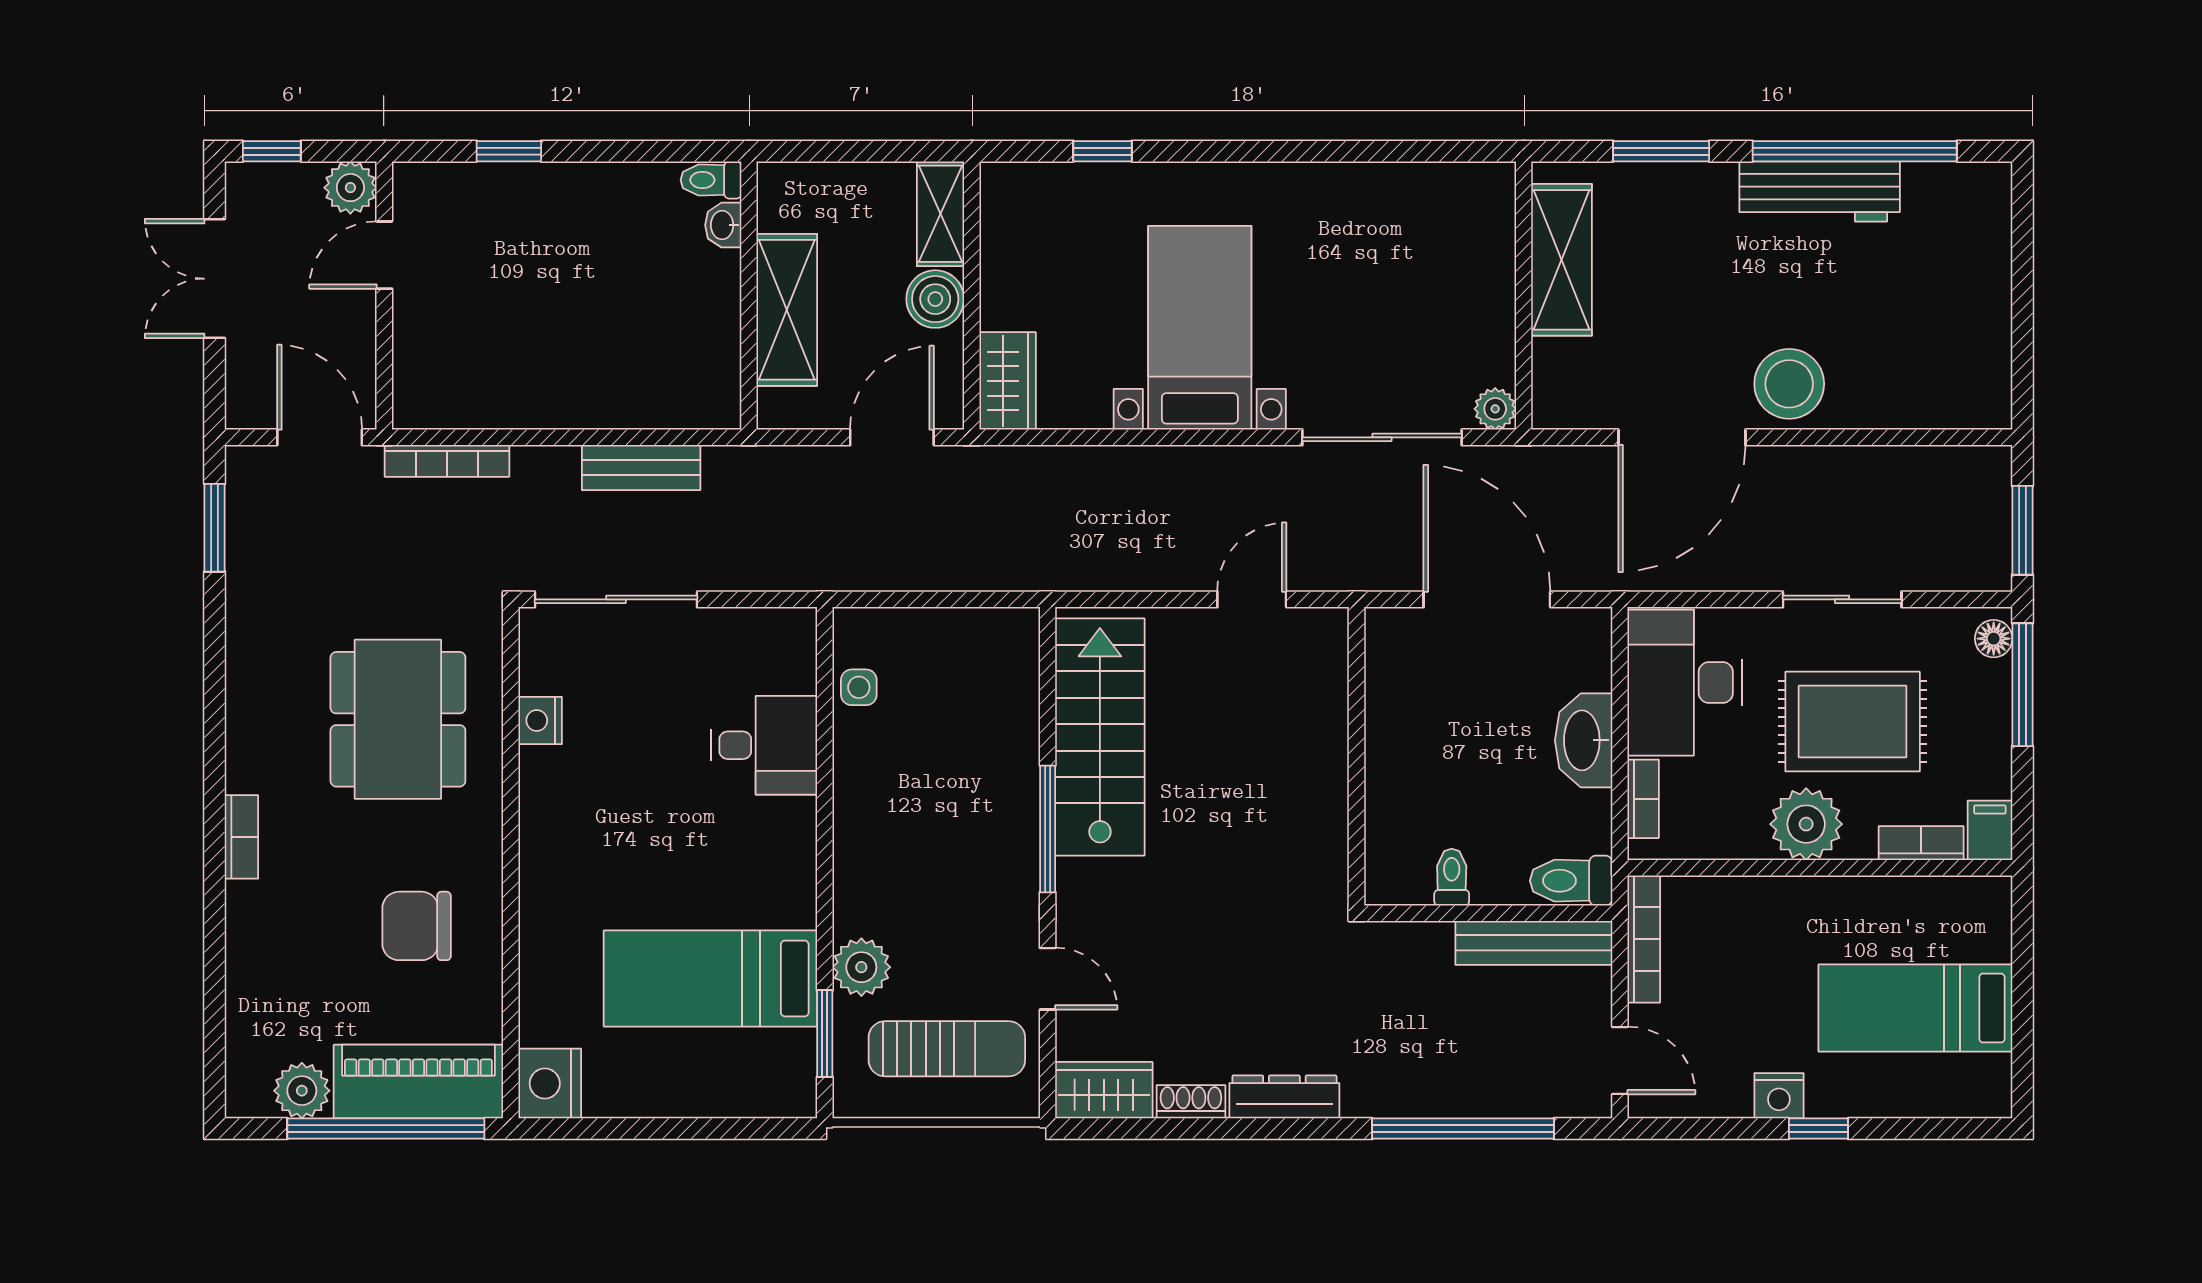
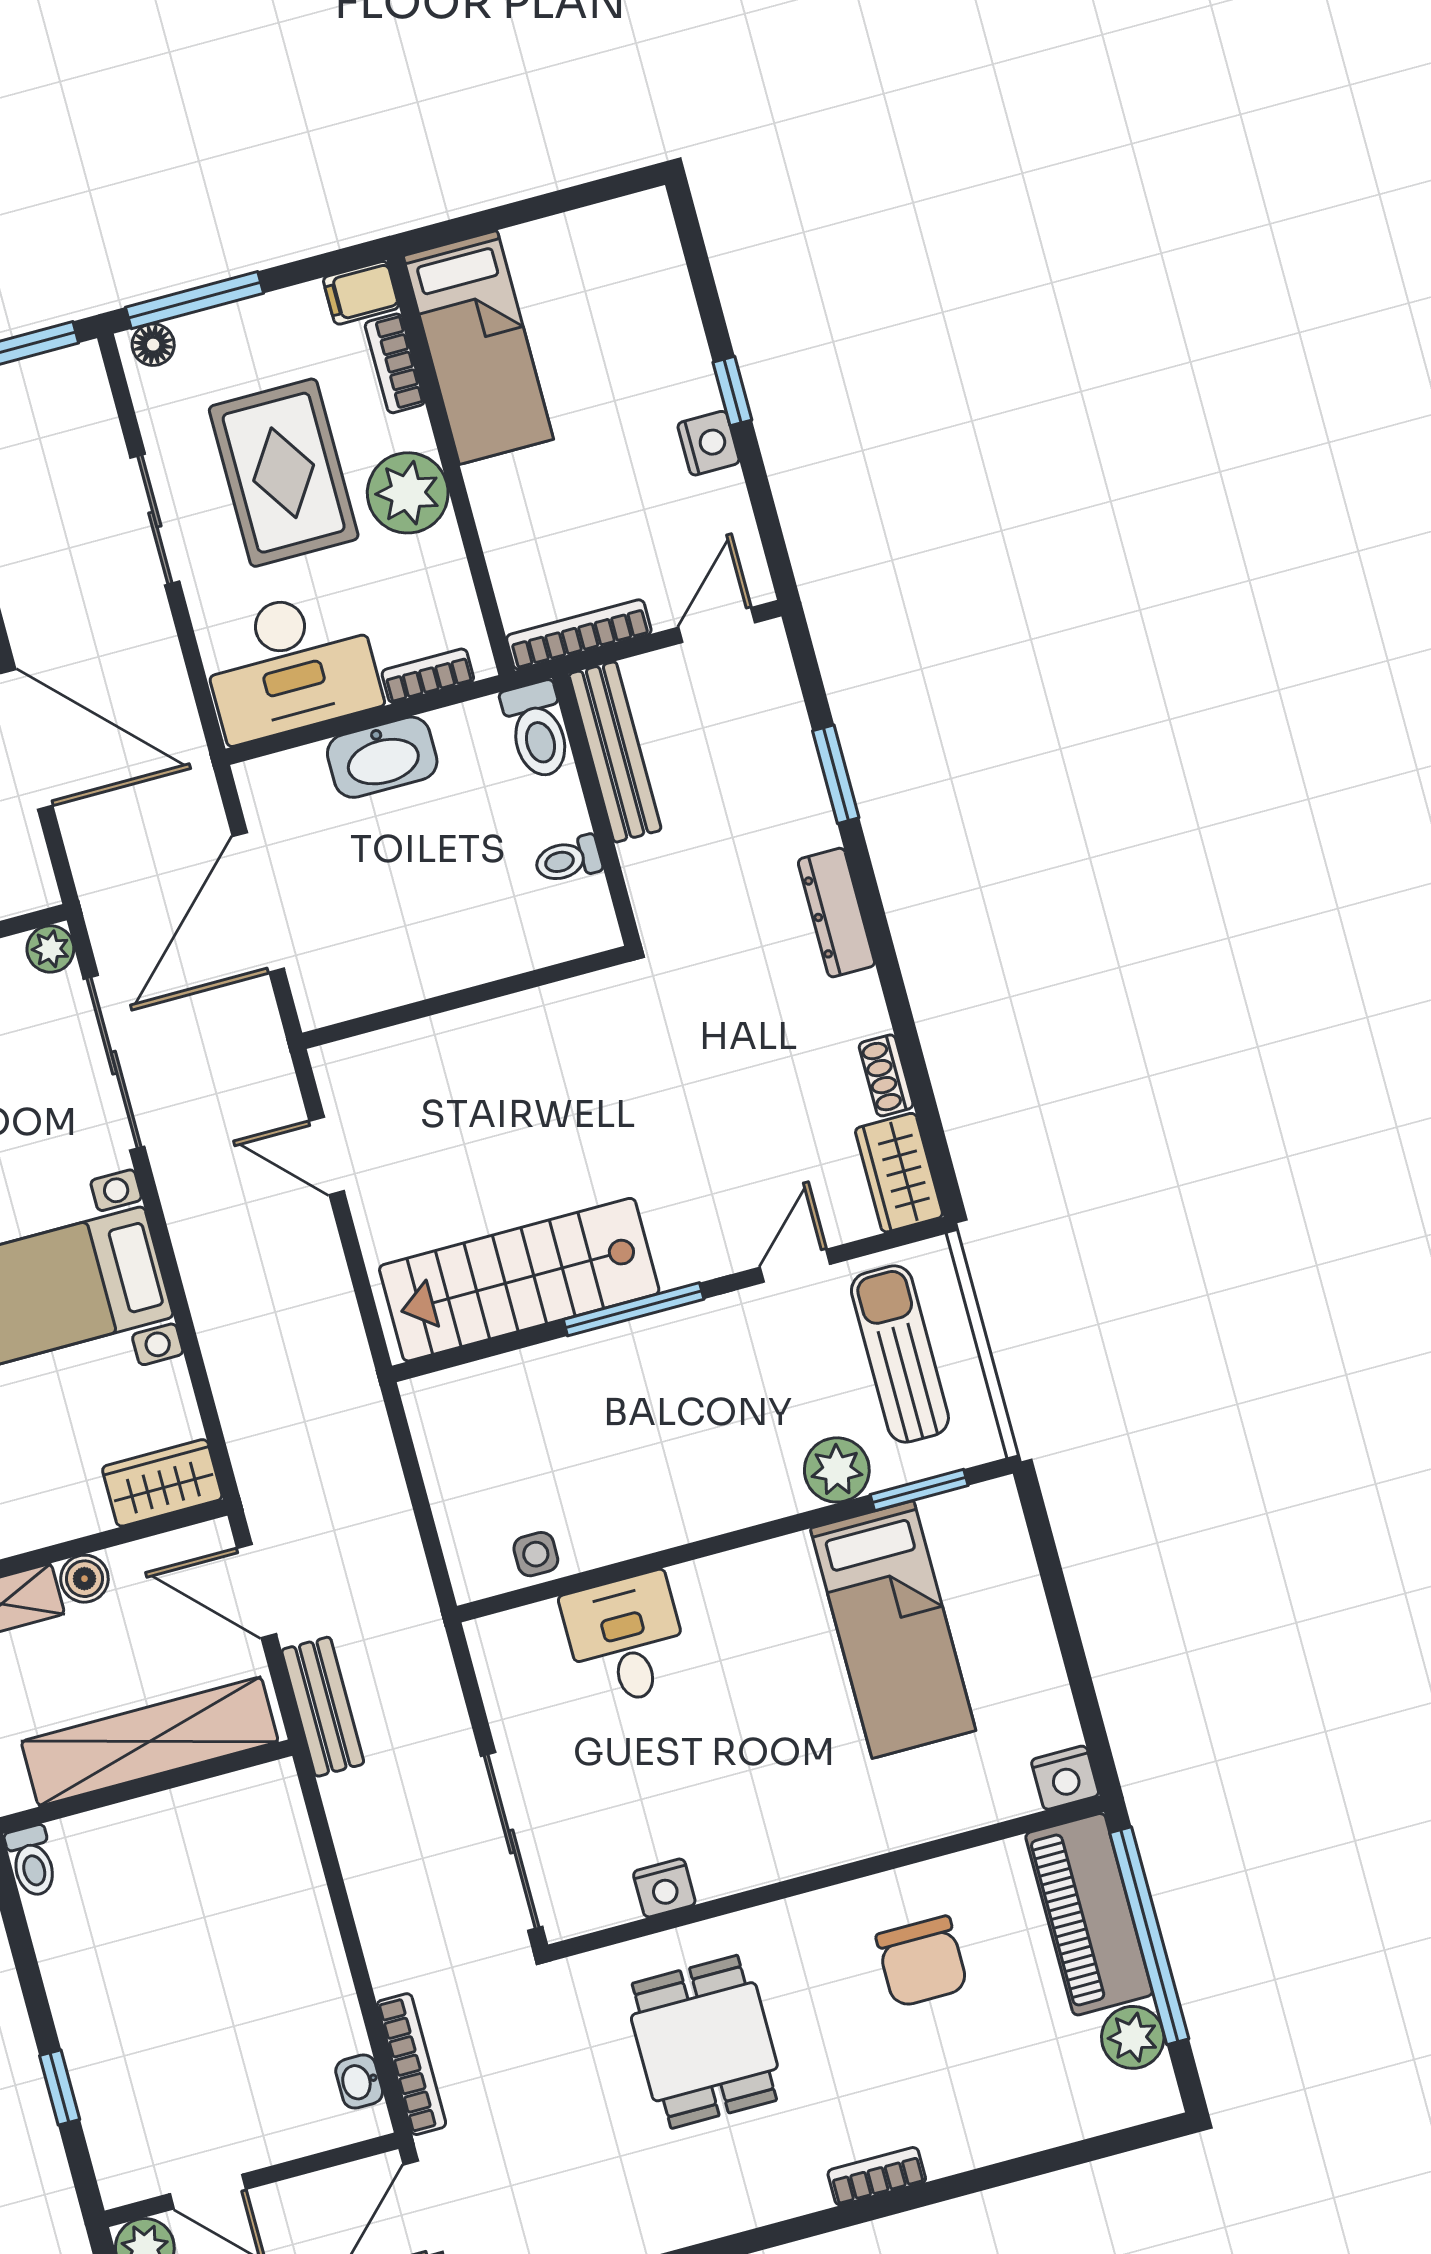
washbasin: (723, 225) -> (359, 2081), moved, turned 90
boiler: (935, 299) -> (84, 1579), width x0.73, depth x0.73
shelving: (787, 310) -> (150, 1742), width x1.47
bench: (641, 468) -> (323, 1707), moved
dining table: (398, 719) -> (704, 2042), width x0.73
bed: (1915, 1008) -> (478, 347), moved
nightstand: (550, 1083) -> (1065, 1778), width x0.74, depth x0.75
dresser: (1284, 1097) -> (836, 913), moved
window: (1463, 1129) -> (836, 774), width x0.47

